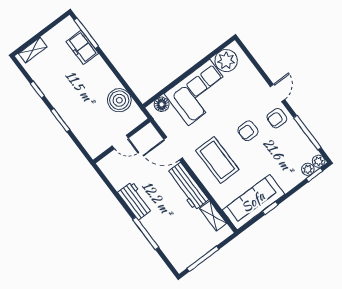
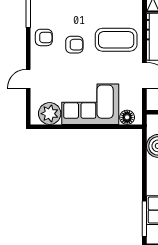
door: (277, 93) -> (28, 79), moved
coffee table: (217, 160) -> (116, 40), turned 90

